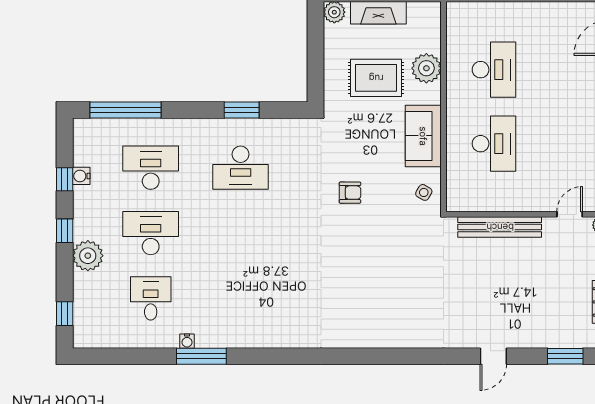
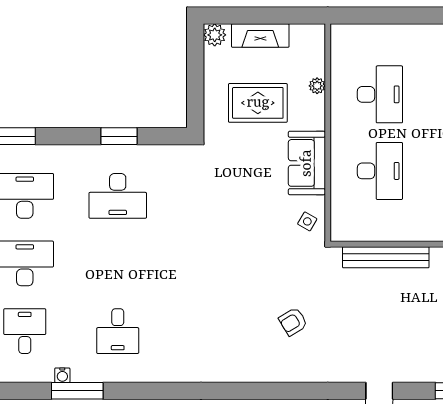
plant: (426, 68) -> (317, 86), width x0.53, depth x0.53
armchair: (350, 193) -> (293, 322), moved, turned 149
desk: (241, 298) -> (118, 331), added

